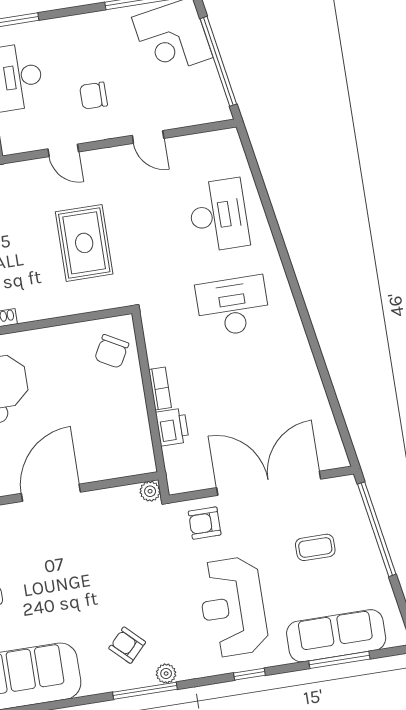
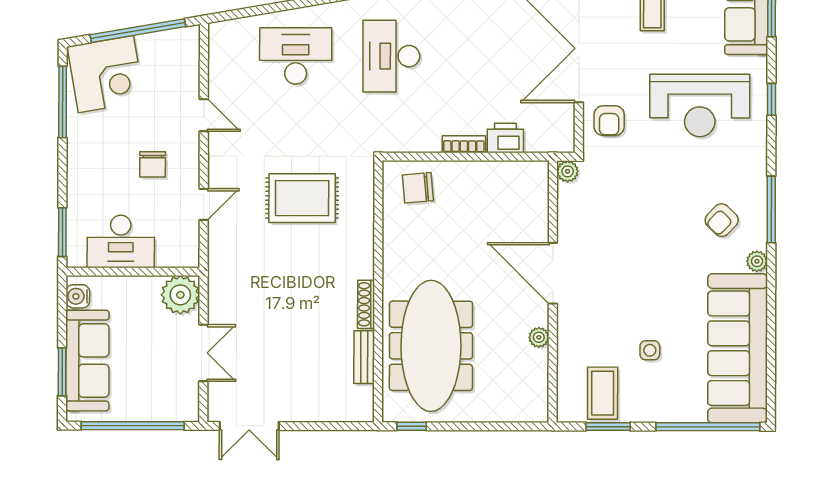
door: (148, 137) -> (204, 115), hinge flipped
chair: (112, 351) -> (418, 188), turned 146
plant: (166, 673) -> (757, 261), moved

